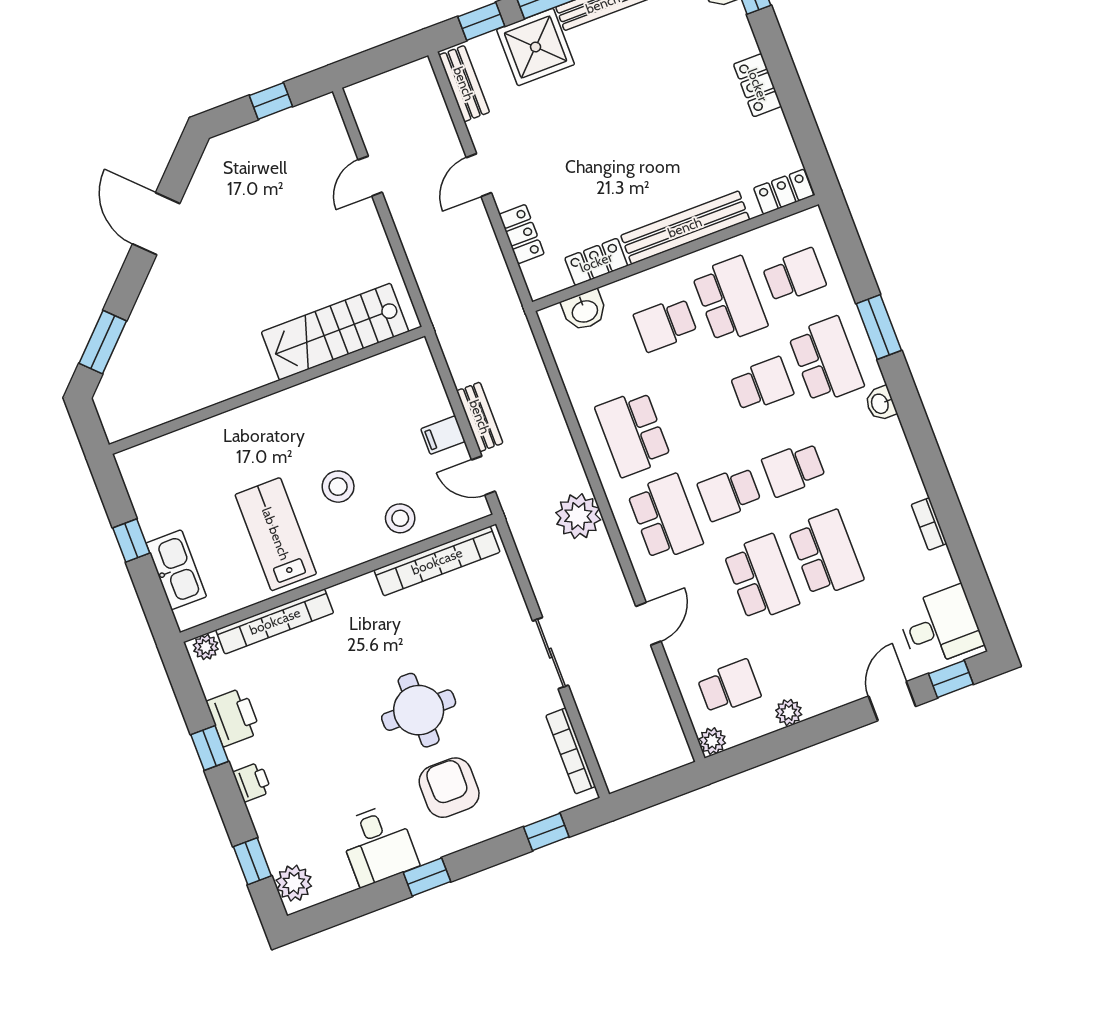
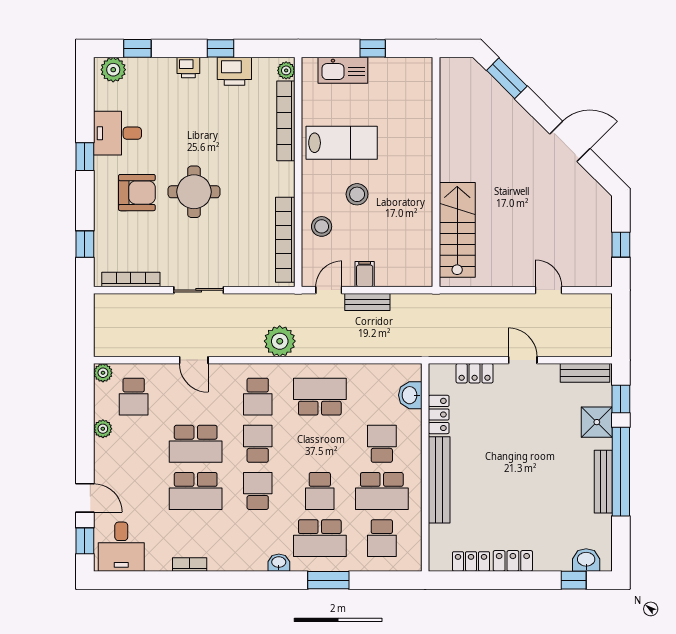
shower: (536, 47) -> (597, 422), width x0.73, depth x0.73
locker: (784, 192) -> (471, 561), moved, turned -90
school desk: (665, 518) -> (258, 397), width x0.54

